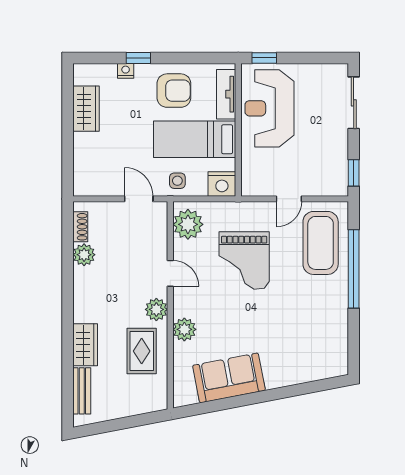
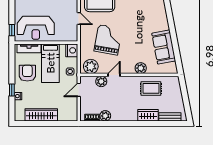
wardrobe: (86, 109) -> (41, 115), width x1.50
grand piano: (244, 261) -> (108, 40), turned -80
plant: (156, 309) -> (101, 81), moved

